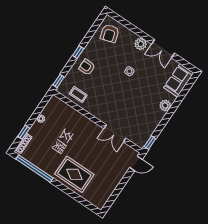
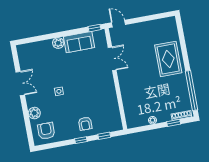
armchair: (110, 33) -> (46, 131), turned -73
plant: (141, 44) -> (34, 113), moved
sofa: (179, 80) -> (79, 42), moved
window: (59, 81) -> (104, 136), moved
coffee table: (78, 95) -> (110, 111), removed

